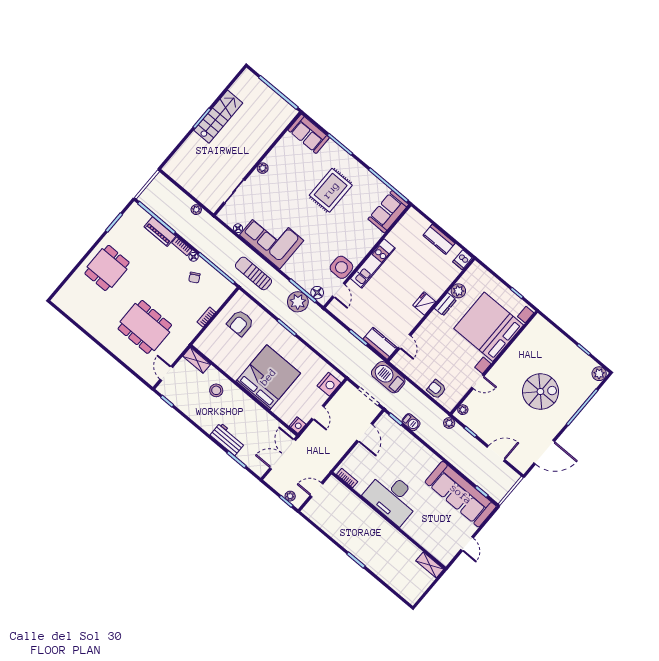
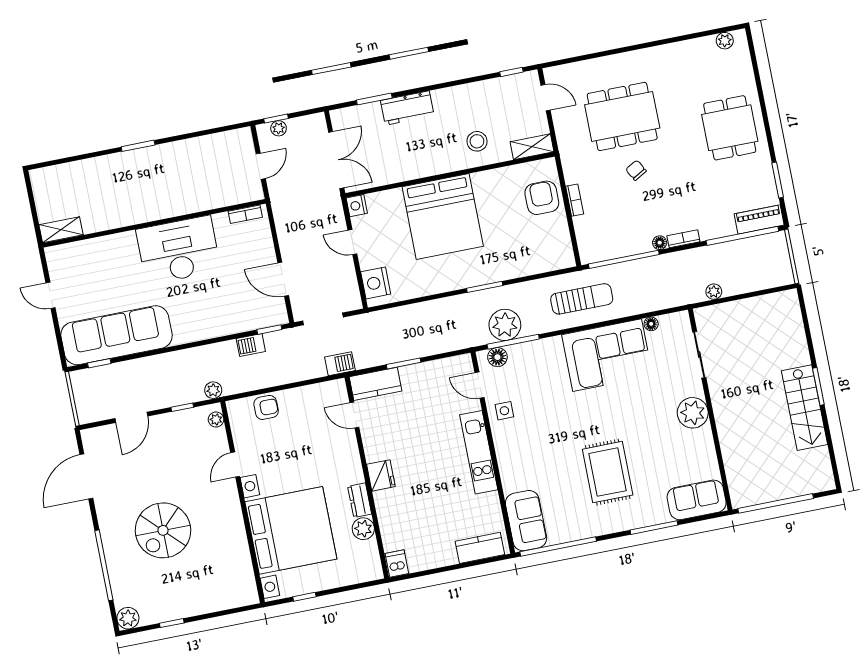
plant: (263, 168) -> (693, 413), width x1.87, depth x1.87
piano: (160, 232) -> (759, 219), moved
kitchen counter: (439, 239) -> (480, 548), moved
side table: (341, 267) -> (504, 411), width x0.54, depth x0.54
chair: (194, 278) -> (636, 170), moved
plant: (65, 306) -> (725, 41), added
armchair: (240, 323) -> (542, 198), moved
barbecue: (388, 377) -> (340, 364), width x0.53, depth x0.65

